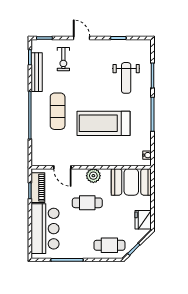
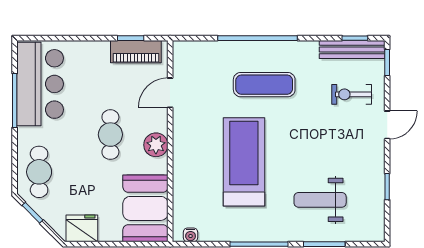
bench: (37, 72) -> (352, 50), moved
bar counter: (45, 229) -> (40, 84), moved, turned -90

